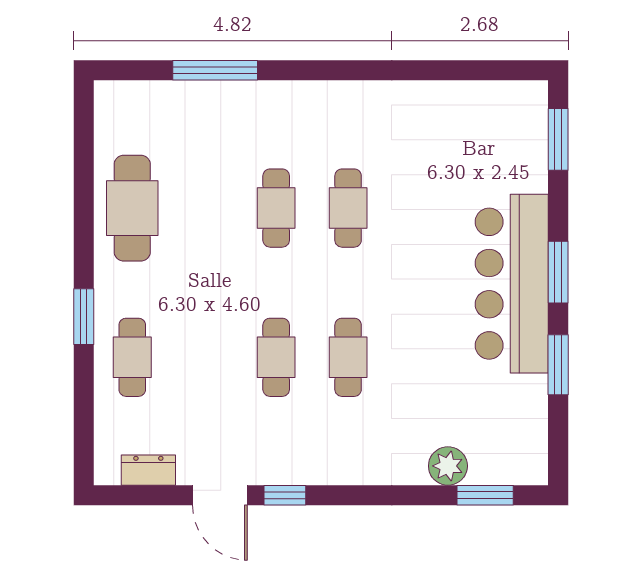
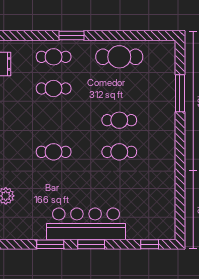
window: (558, 139) -> (150, 244), width x0.67
cafe table: (276, 357) -> (54, 88), moved

